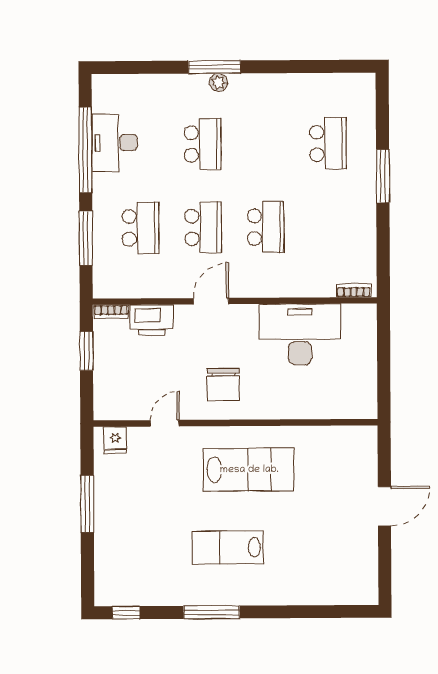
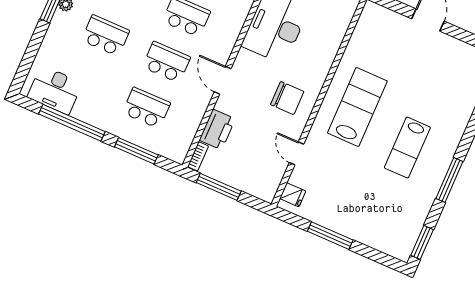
desk: (114, 143) -> (55, 90), moved
window: (86, 351) -> (219, 187), width x1.44
window: (126, 613) -> (422, 242), width x1.50

